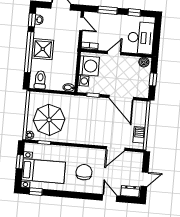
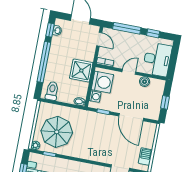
window: (108, 10) -> (127, 28), width x1.44
shower: (43, 49) -> (81, 71), moved
boiler: (144, 62) -> (145, 82), moved

